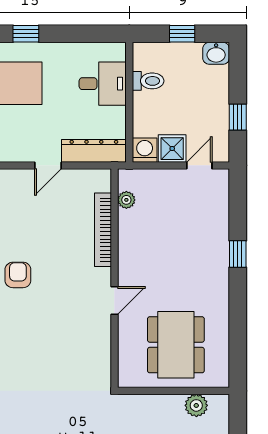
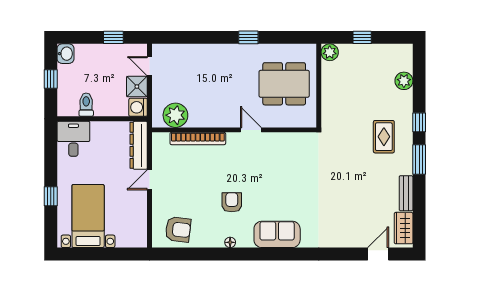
desk: (103, 84) -> (73, 139), moved
door: (48, 165) -> (150, 180), swing flipped
plant: (126, 200) -> (175, 115), width x1.88, depth x1.88
window: (238, 254) -> (248, 37), moved
armchair: (18, 275) -> (232, 202), turned 90
plant: (196, 405) -> (330, 52), moved

